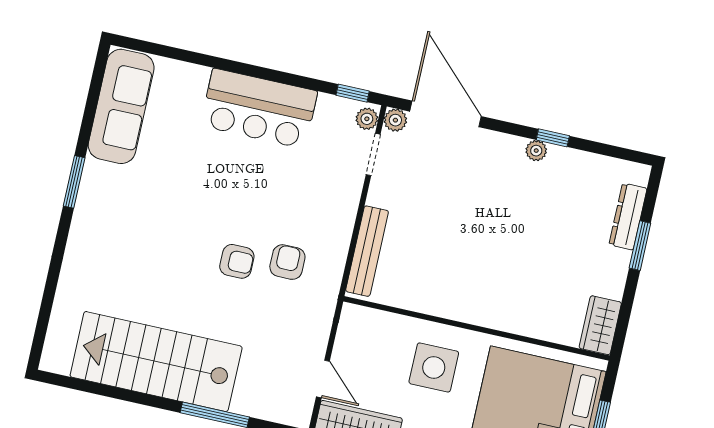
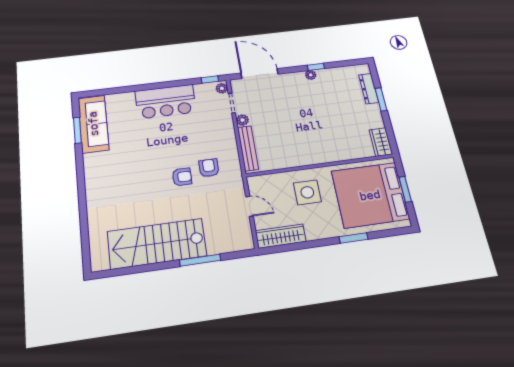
plant: (395, 120) -> (242, 120), moved
window: (74, 182) -> (77, 130), moved
door: (323, 379) -> (249, 206), moved

